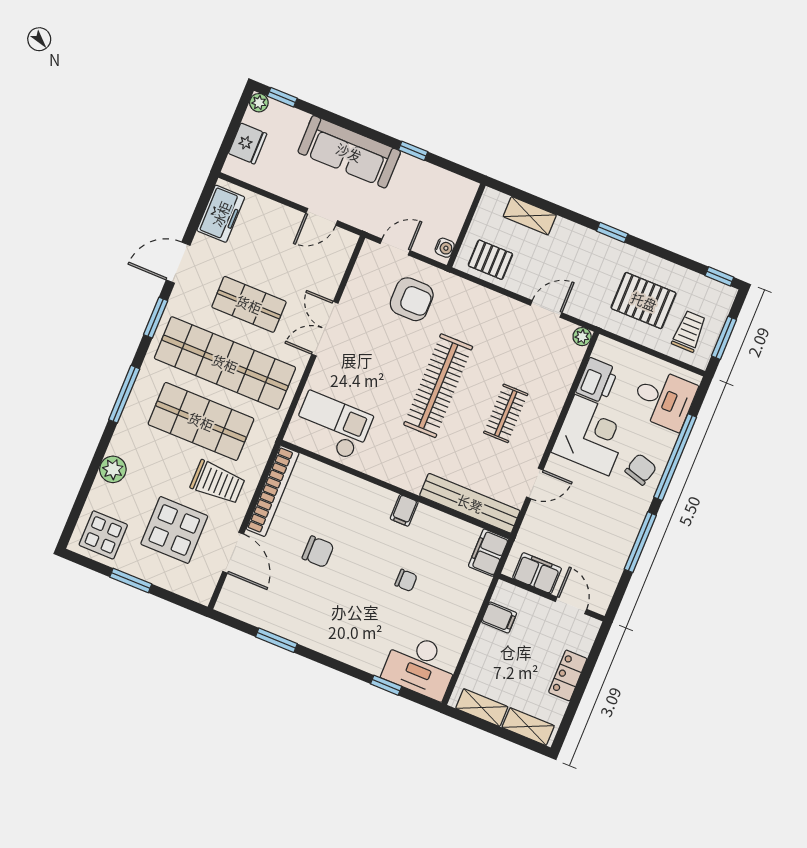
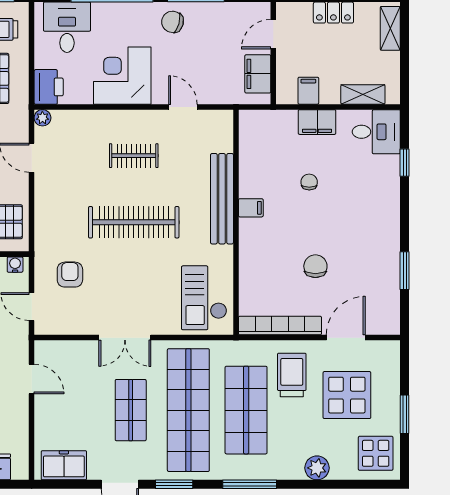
armchair: (412, 299) -> (70, 275), width x0.72, depth x0.72
printer: (597, 381) -> (49, 87), moved, turned 90
chair: (641, 469) -> (172, 22), moved
bench: (470, 503) -> (222, 199), moved
filing cabinet: (488, 553) -> (317, 122), moved
desk: (421, 666) -> (376, 132), width x0.73
shelving: (482, 708) -> (363, 94), moved, turned 90

